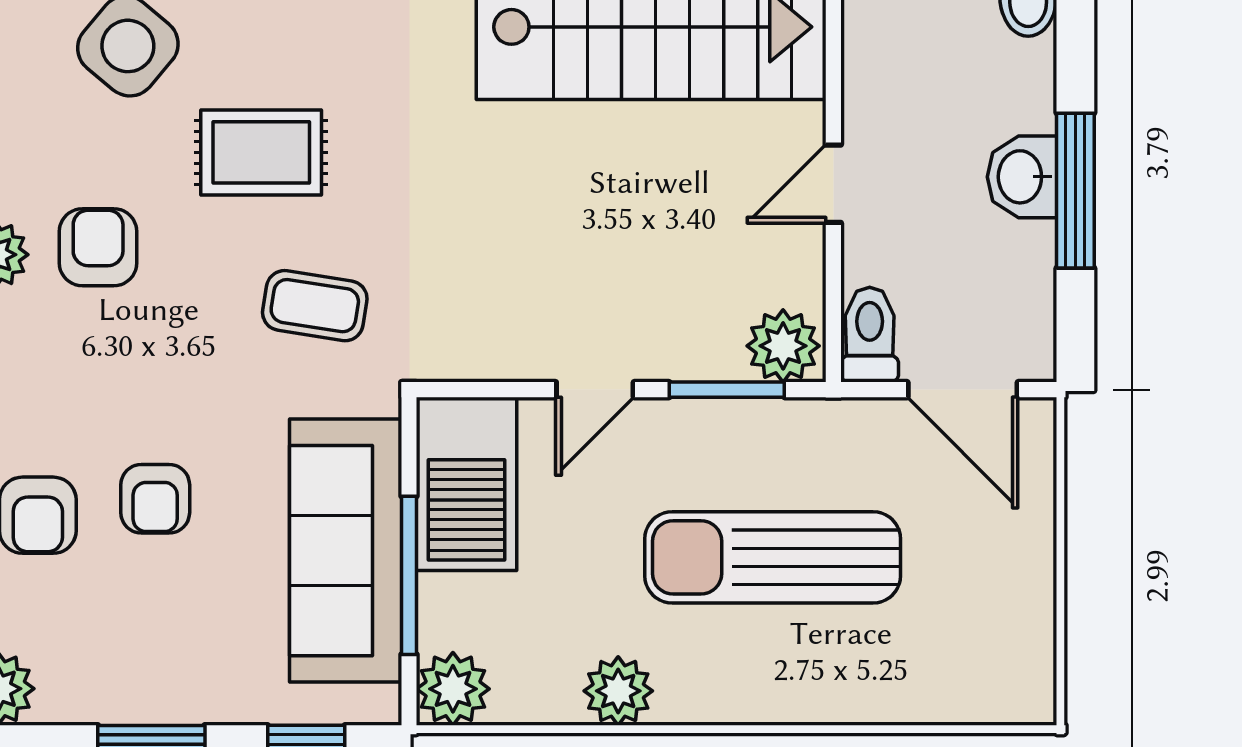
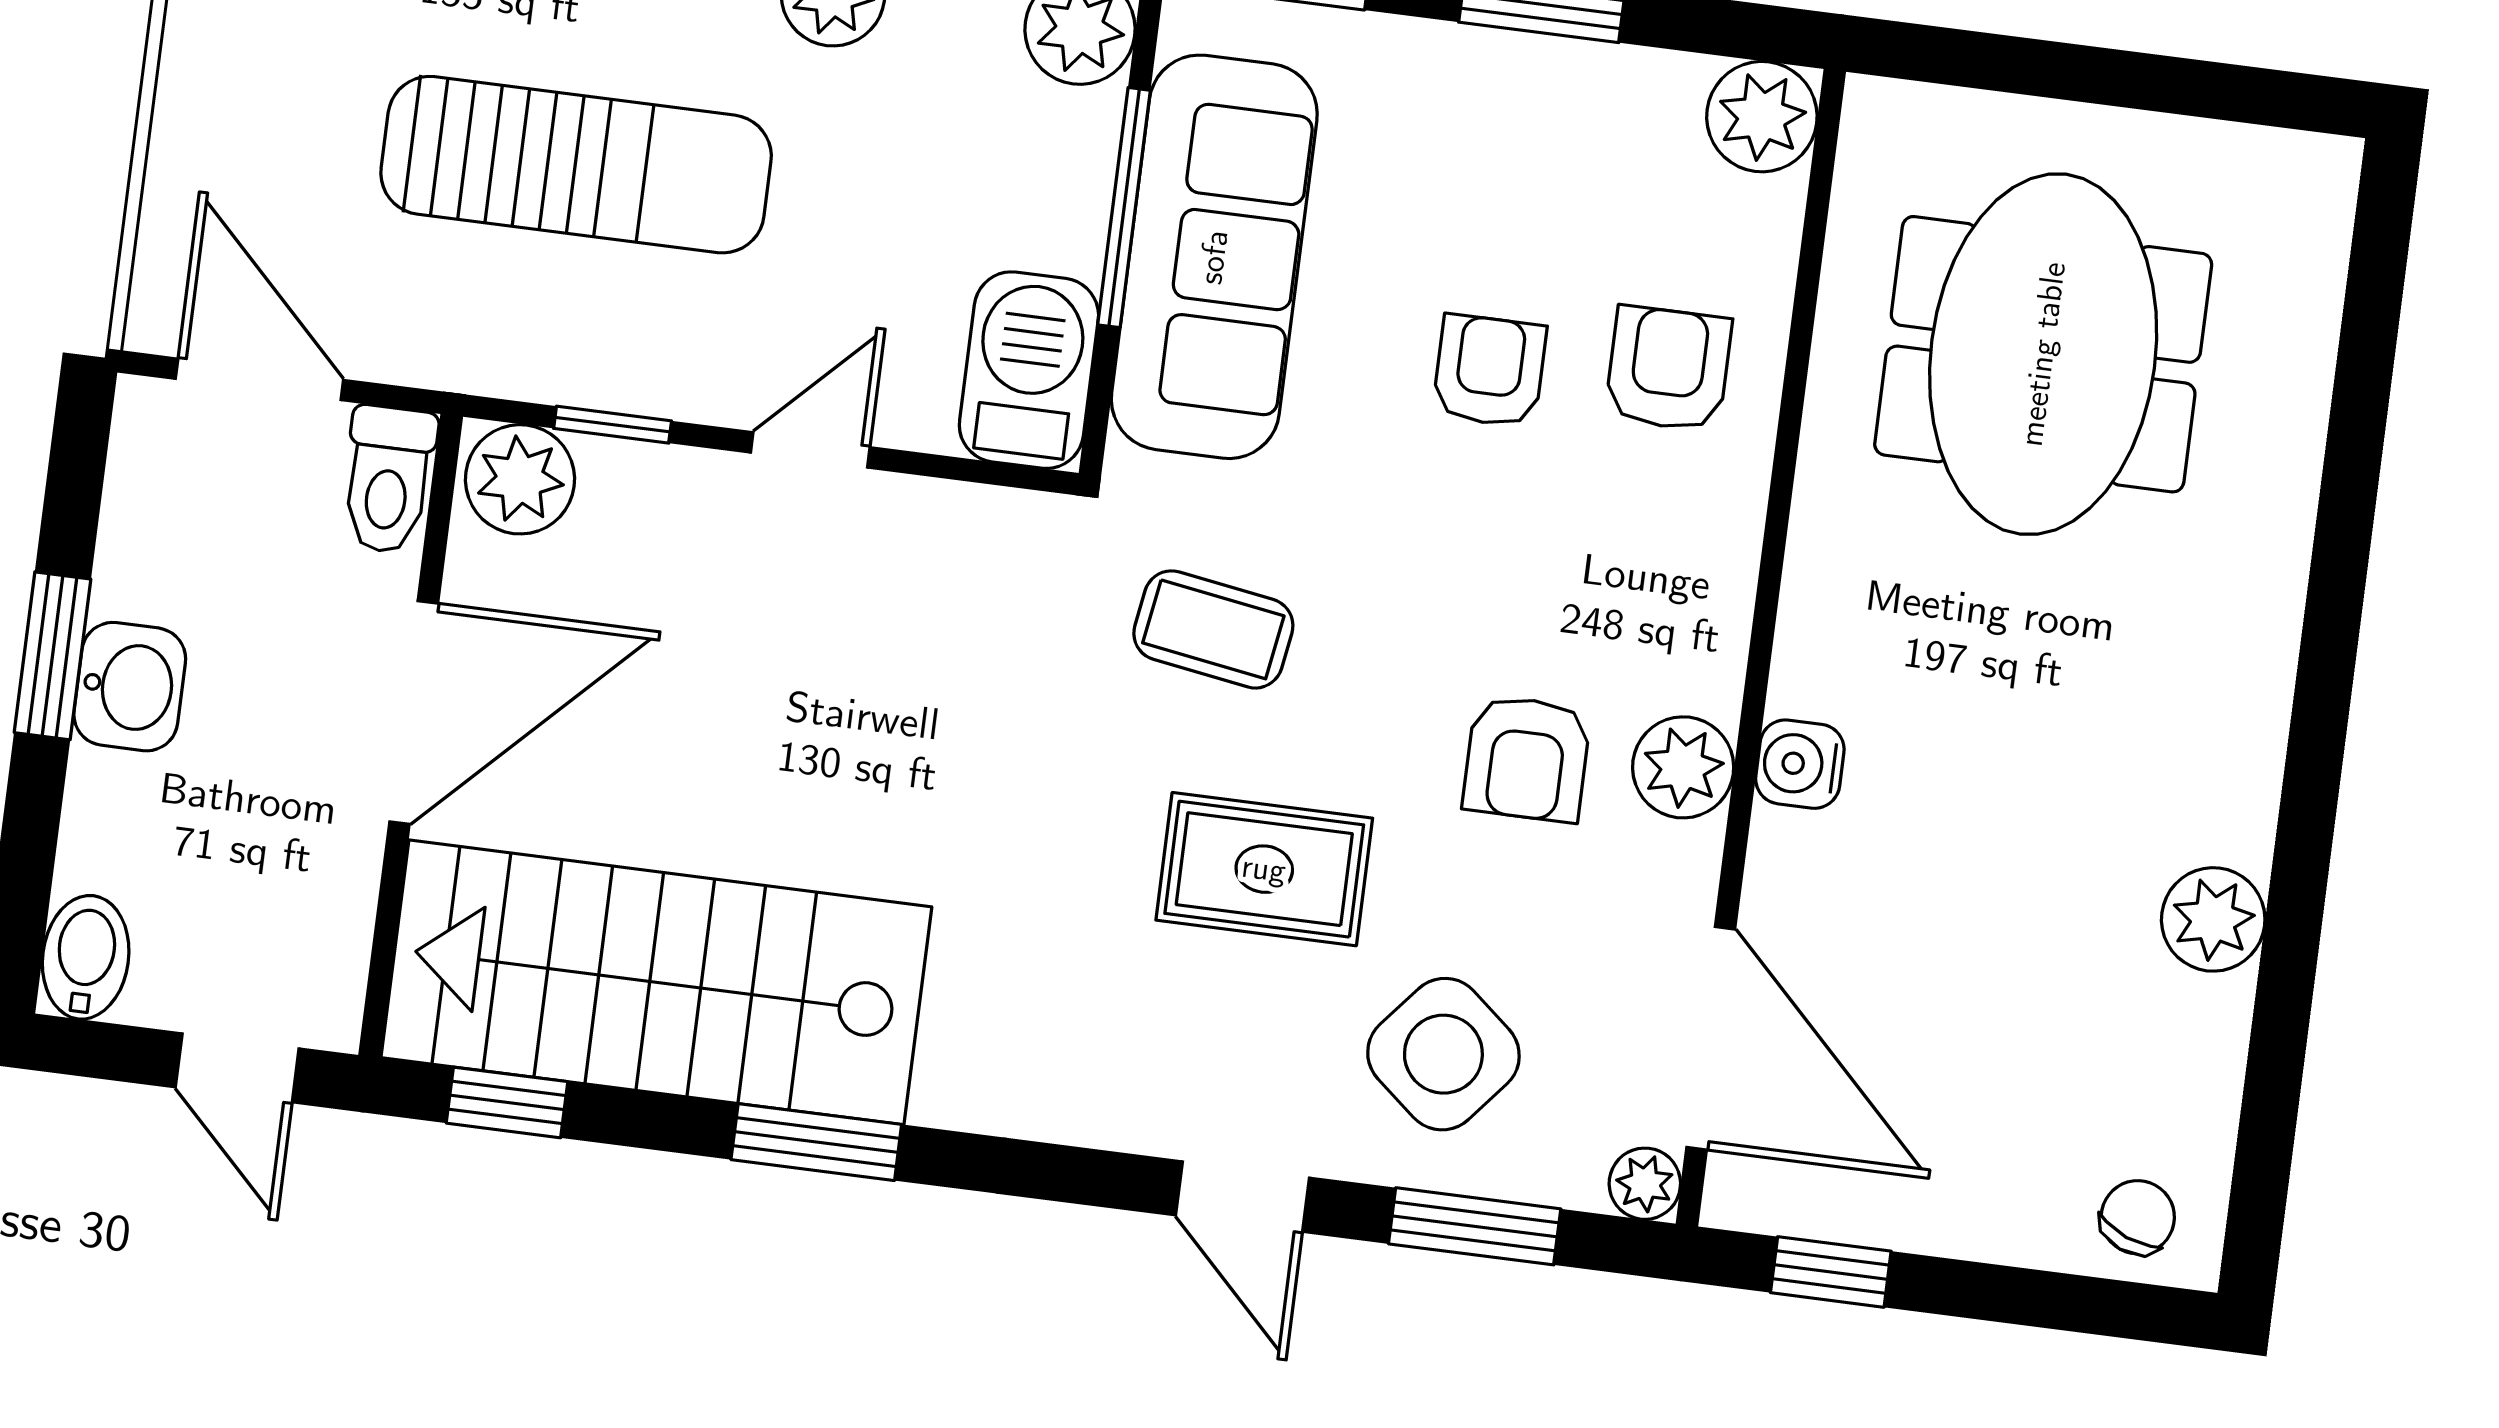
door: (833, 184) -> (414, 713), width x1.87
window: (1075, 191) -> (52, 656), width x0.69
window: (727, 390) -> (613, 425), width x0.67
barbecue: (467, 484) -> (1029, 370), width x0.73, depth x0.83

